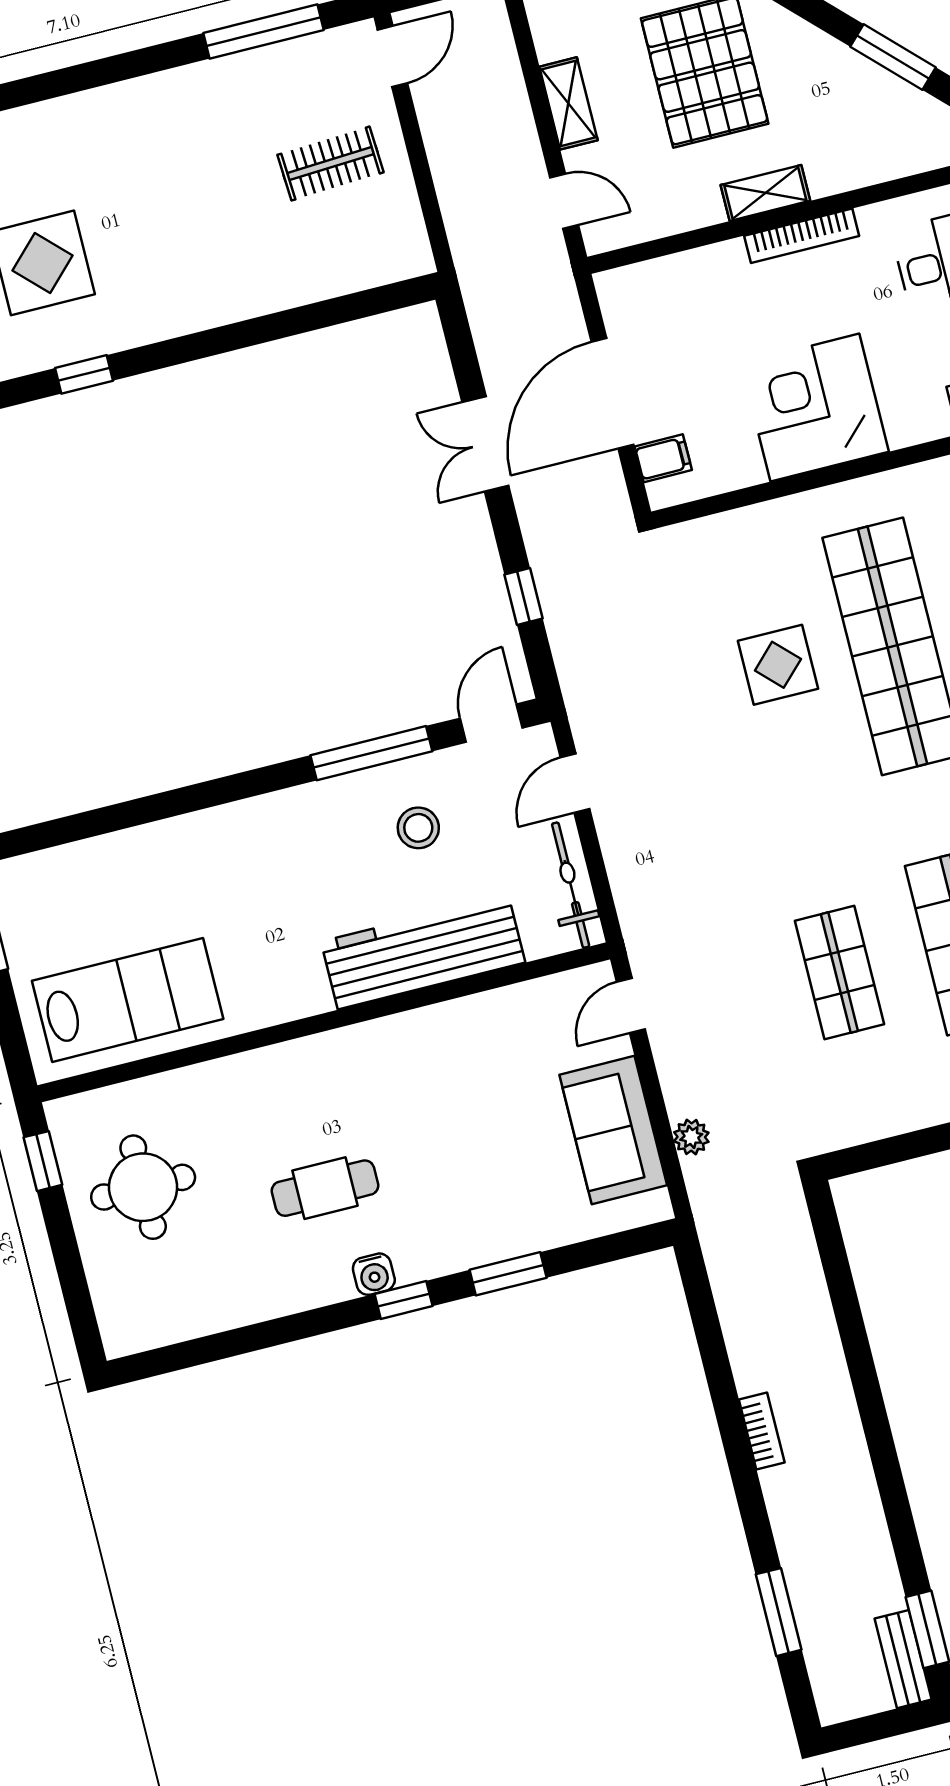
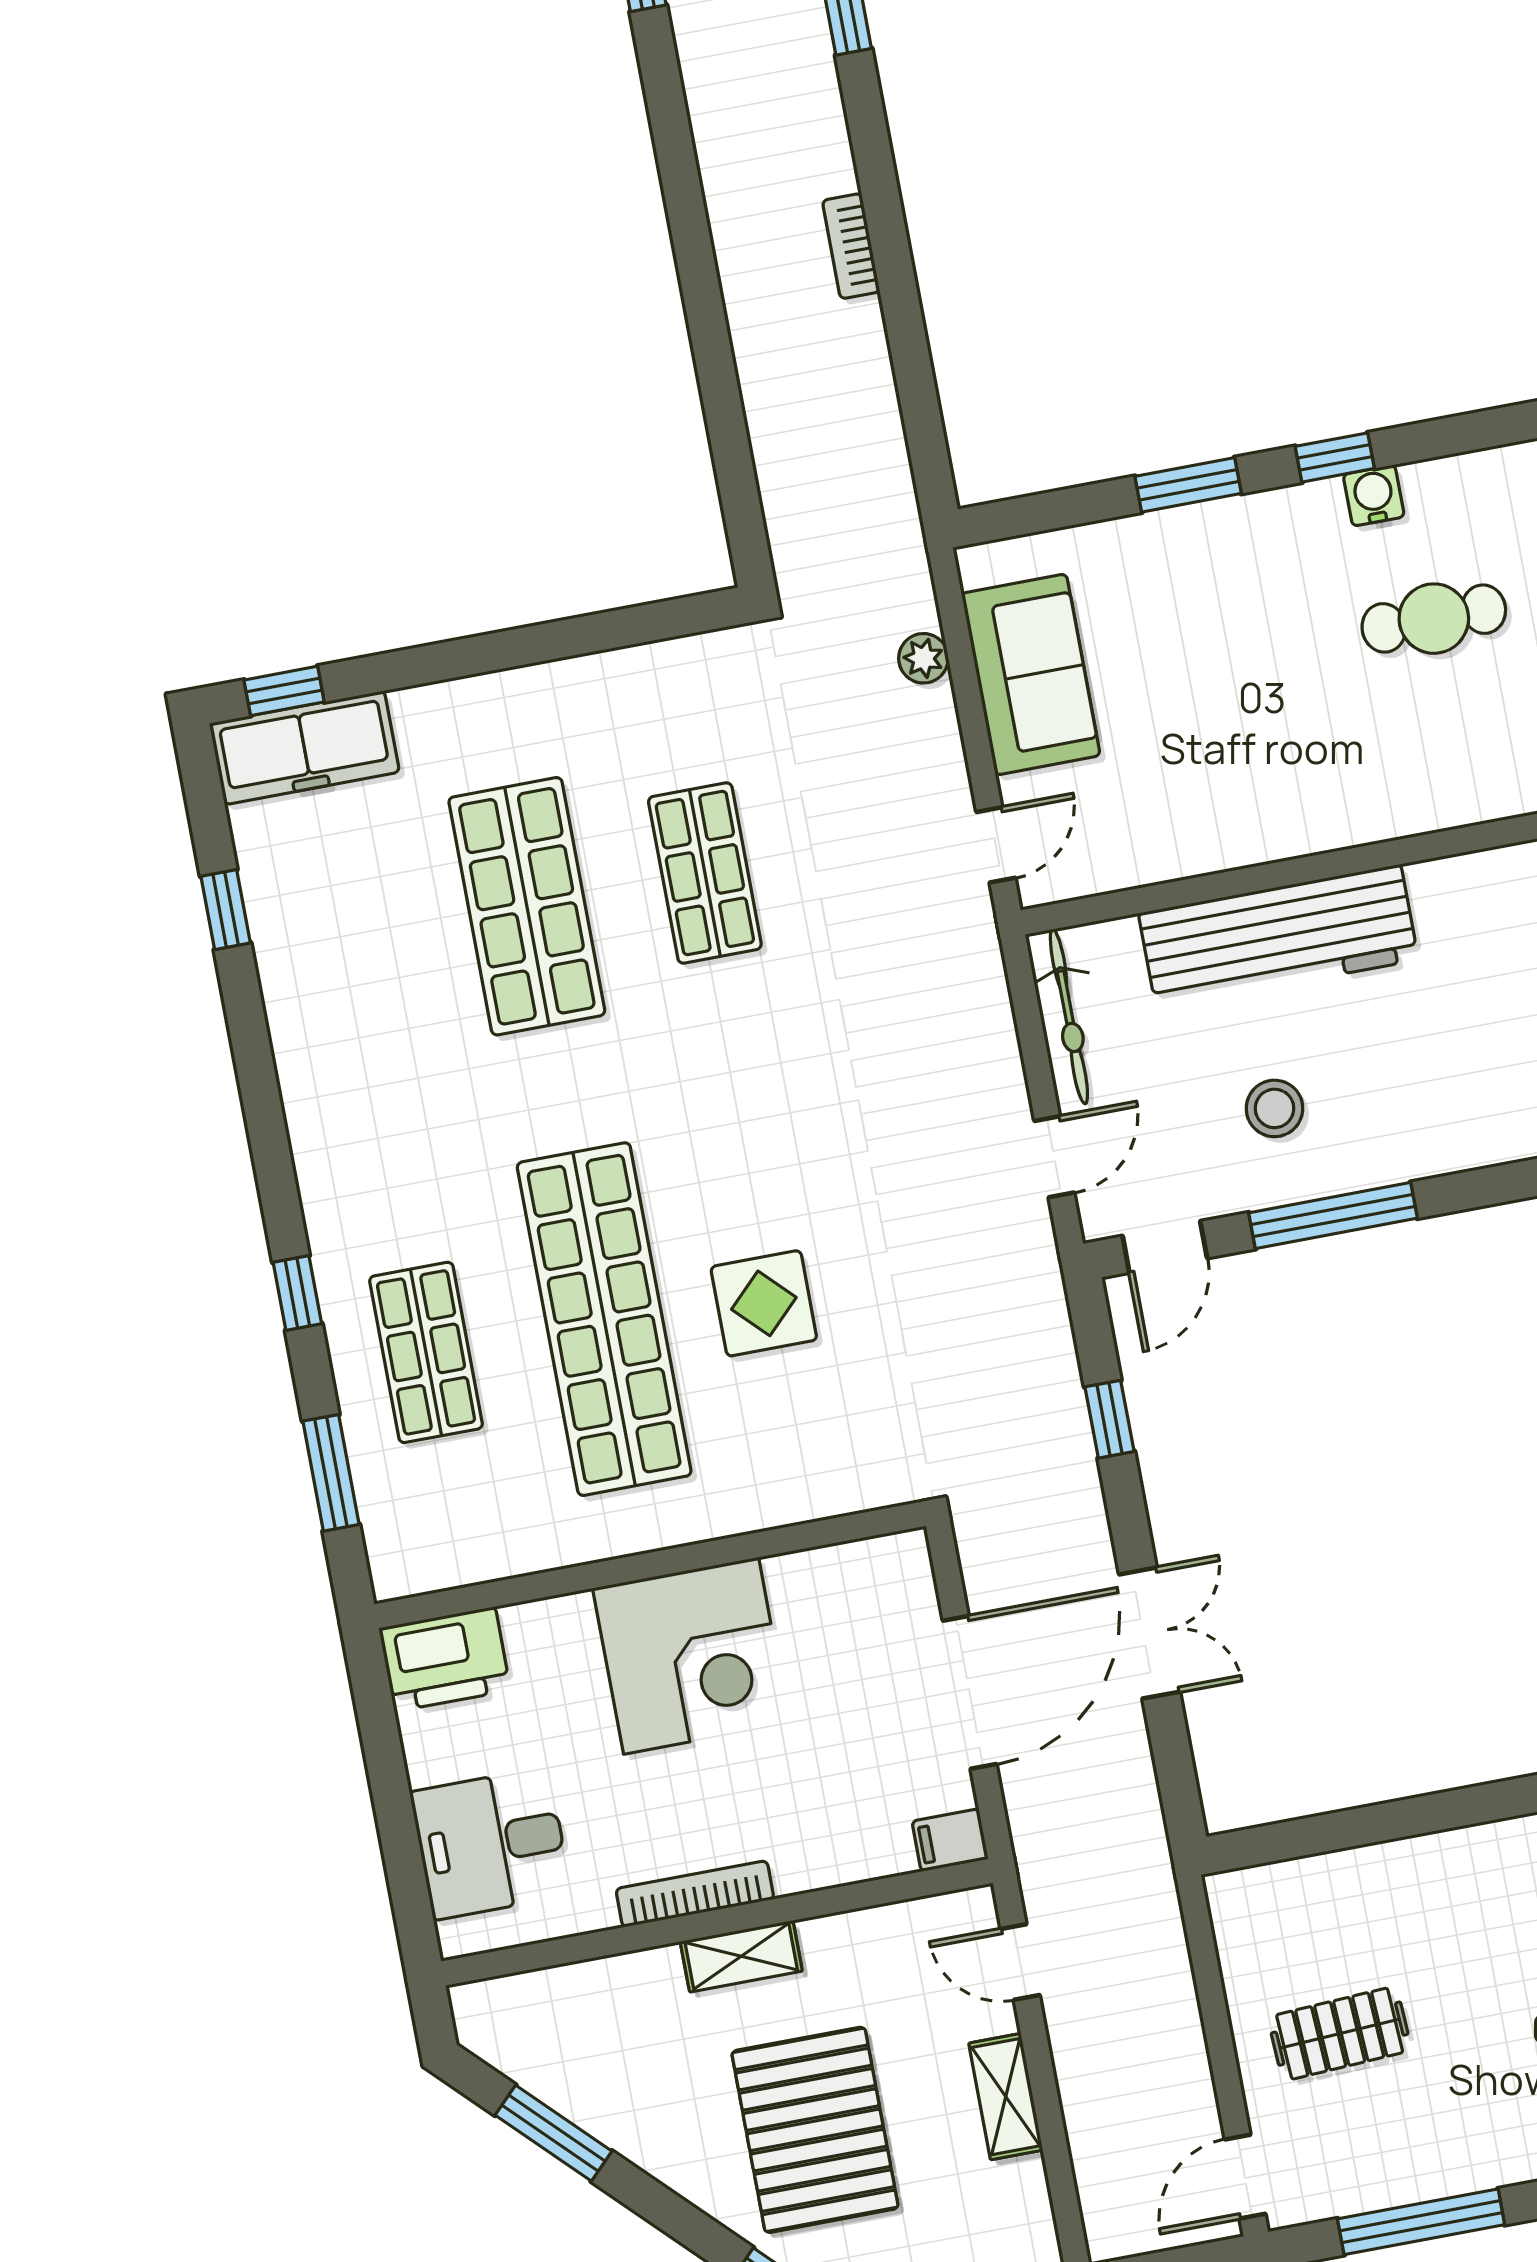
filing cabinet: (663, 458) -> (950, 1840), moved

